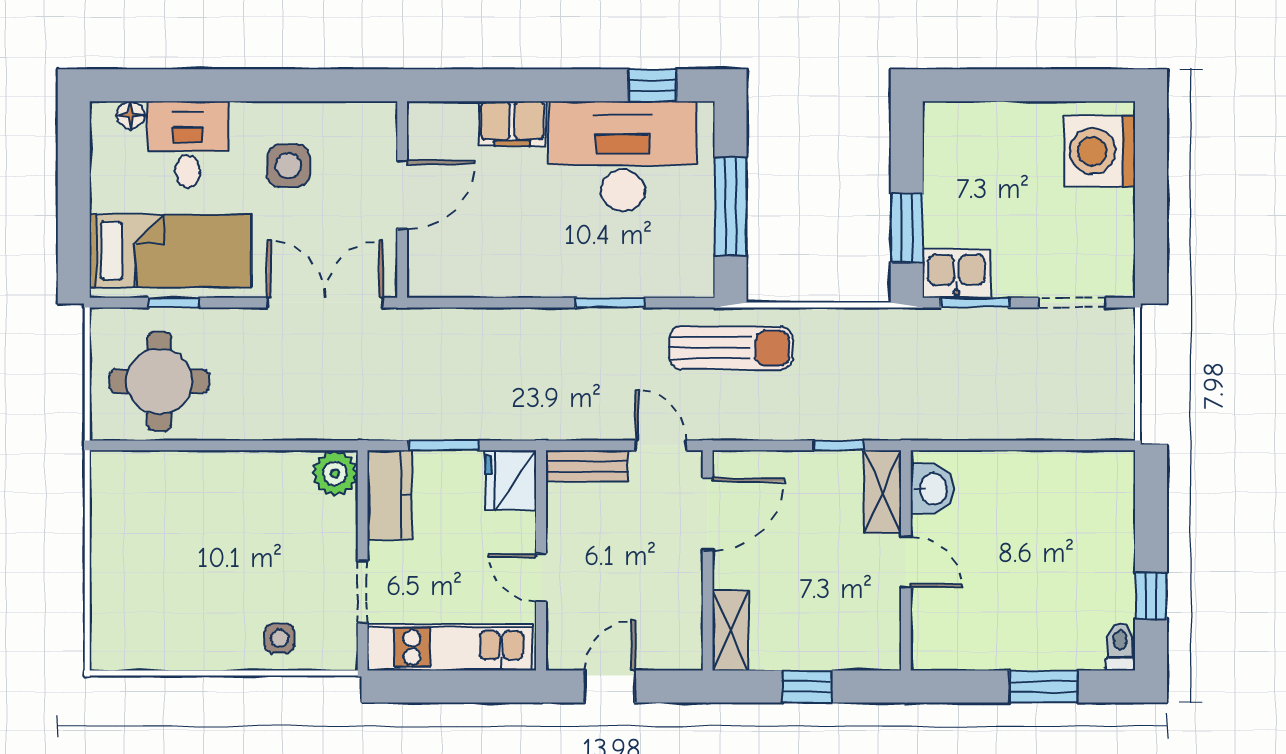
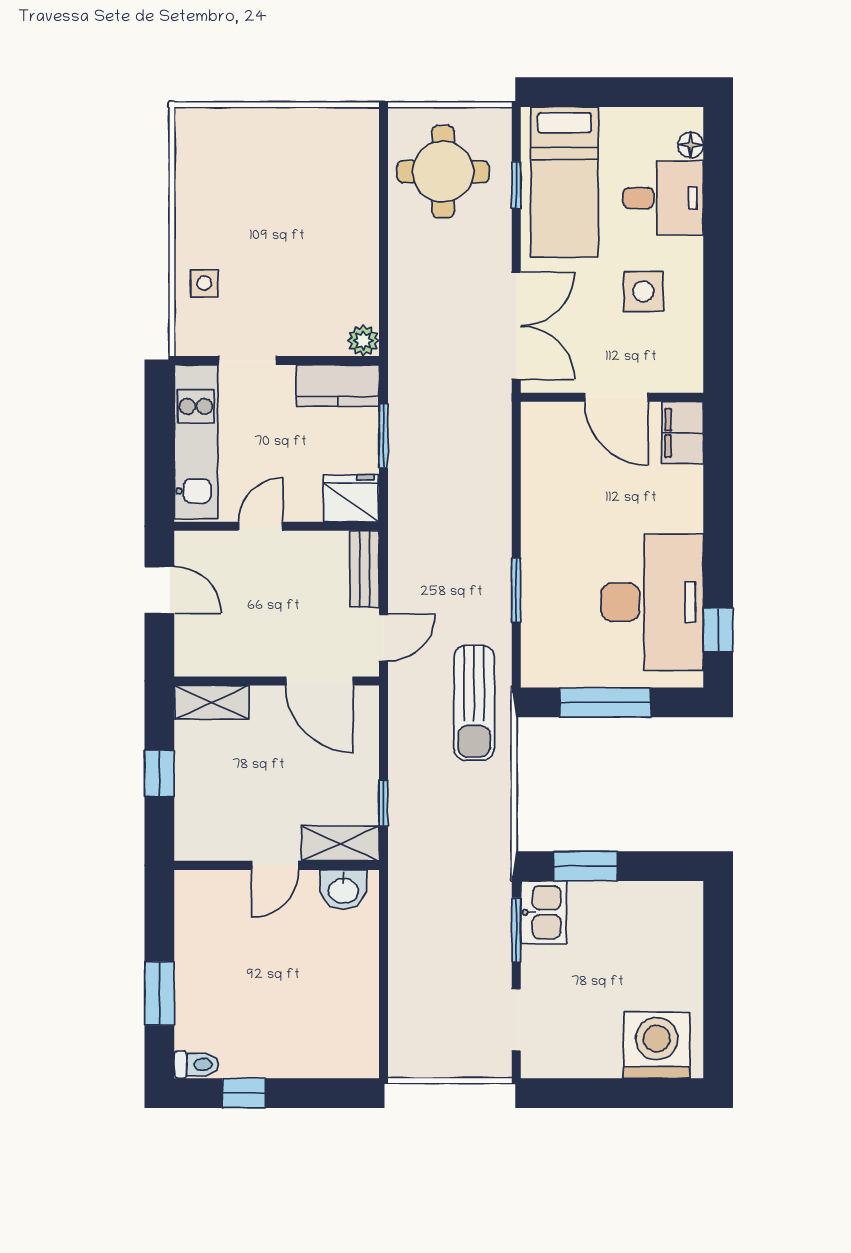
filing cabinet: (512, 124) -> (683, 433), moved
plant: (335, 473) -> (363, 341), width x0.73, depth x0.73

